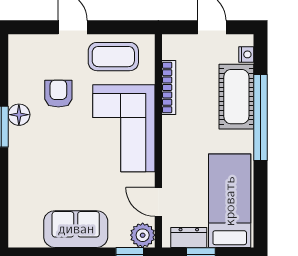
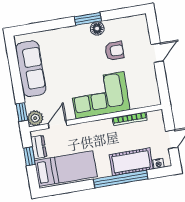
coffee table: (113, 57) -> (143, 81), removed
sofa: (76, 229) -> (31, 69), width x1.36

